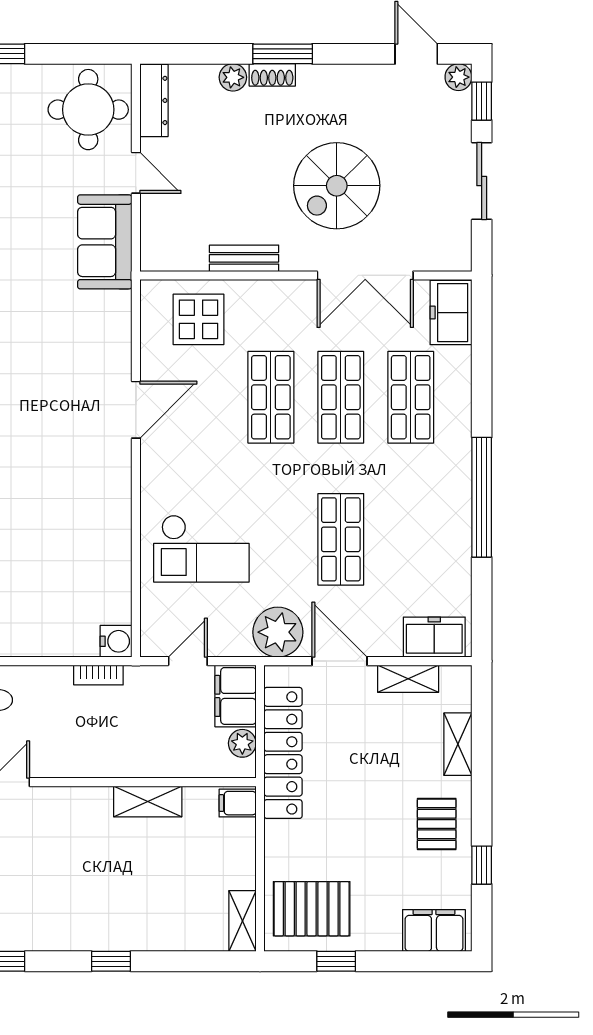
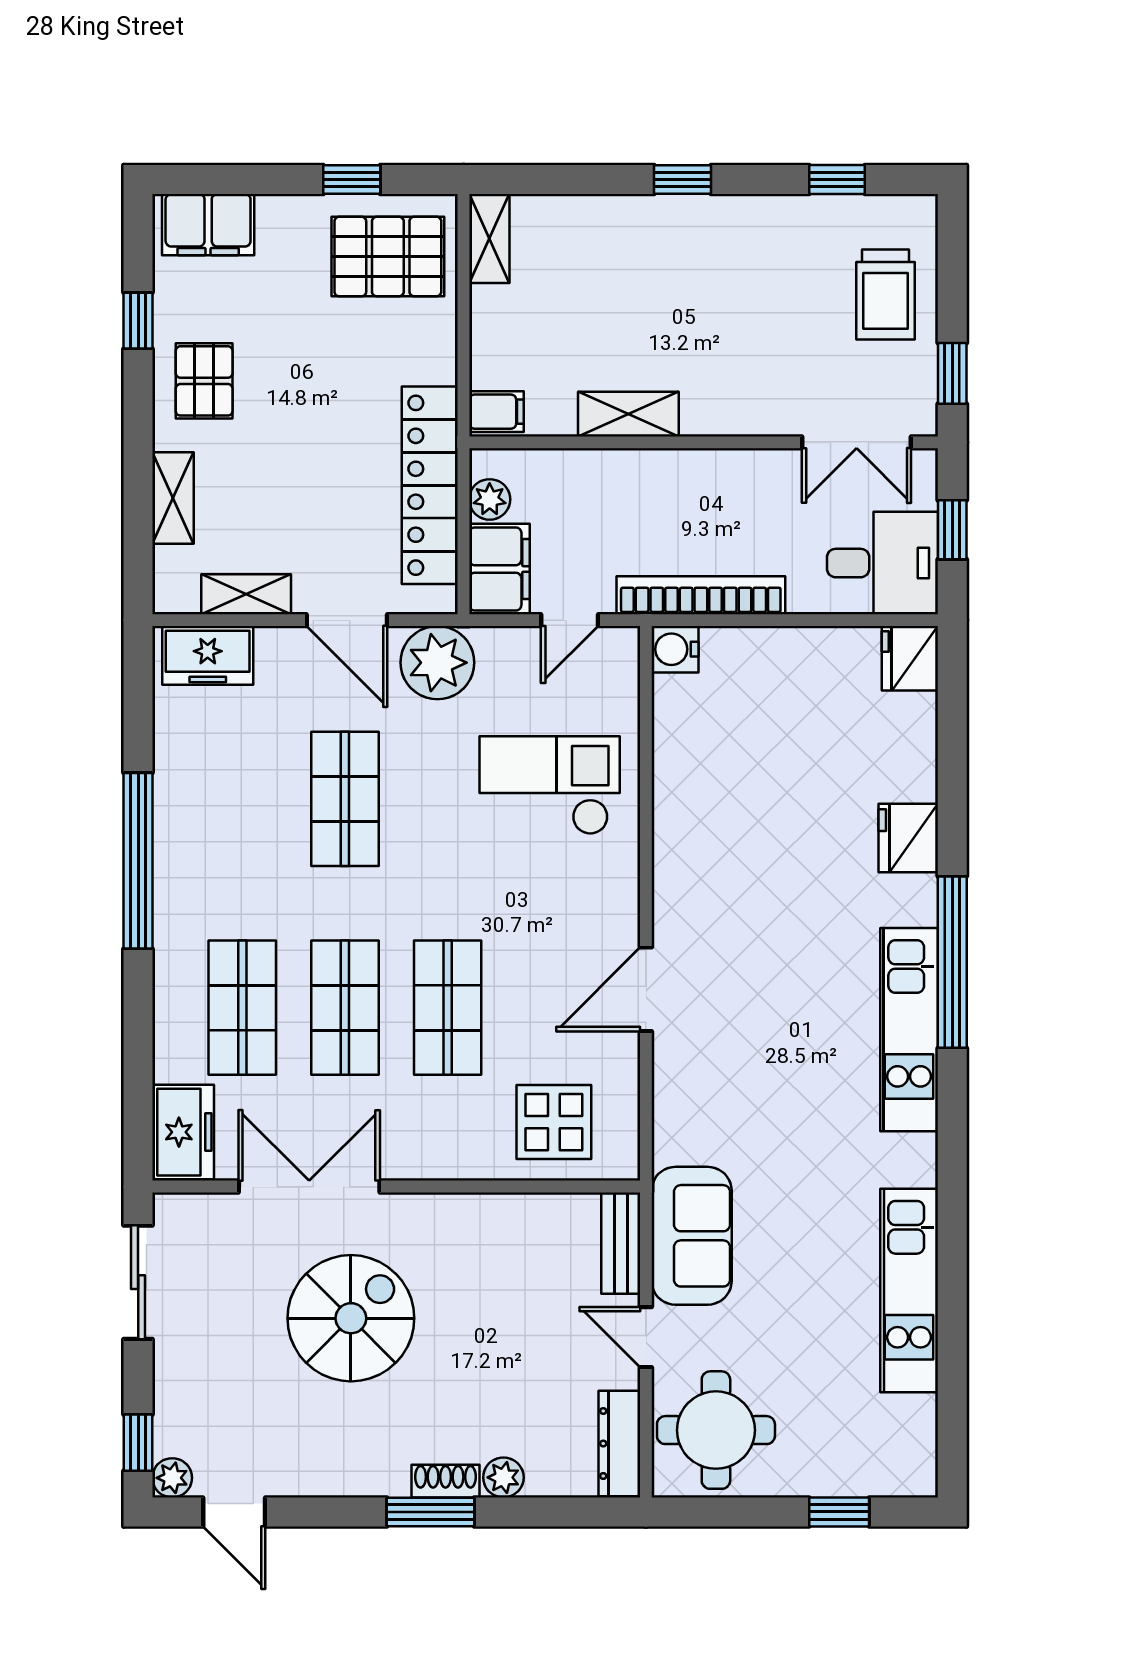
sliding door: (482, 181) -> (138, 1282), moved
bench: (244, 258) -> (621, 1243), moved, turned 90
bookcase: (98, 675) -> (701, 595), width x2.31, depth x1.31

